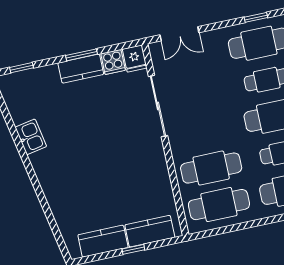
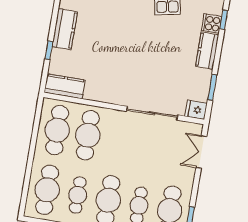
window: (82, 55) -> (212, 87), moved
cooker: (113, 62) -> (212, 24), moved
kitchen counter: (81, 69) -> (207, 51), moved
kitchen counter: (150, 231) -> (65, 86), moved, turned -90

